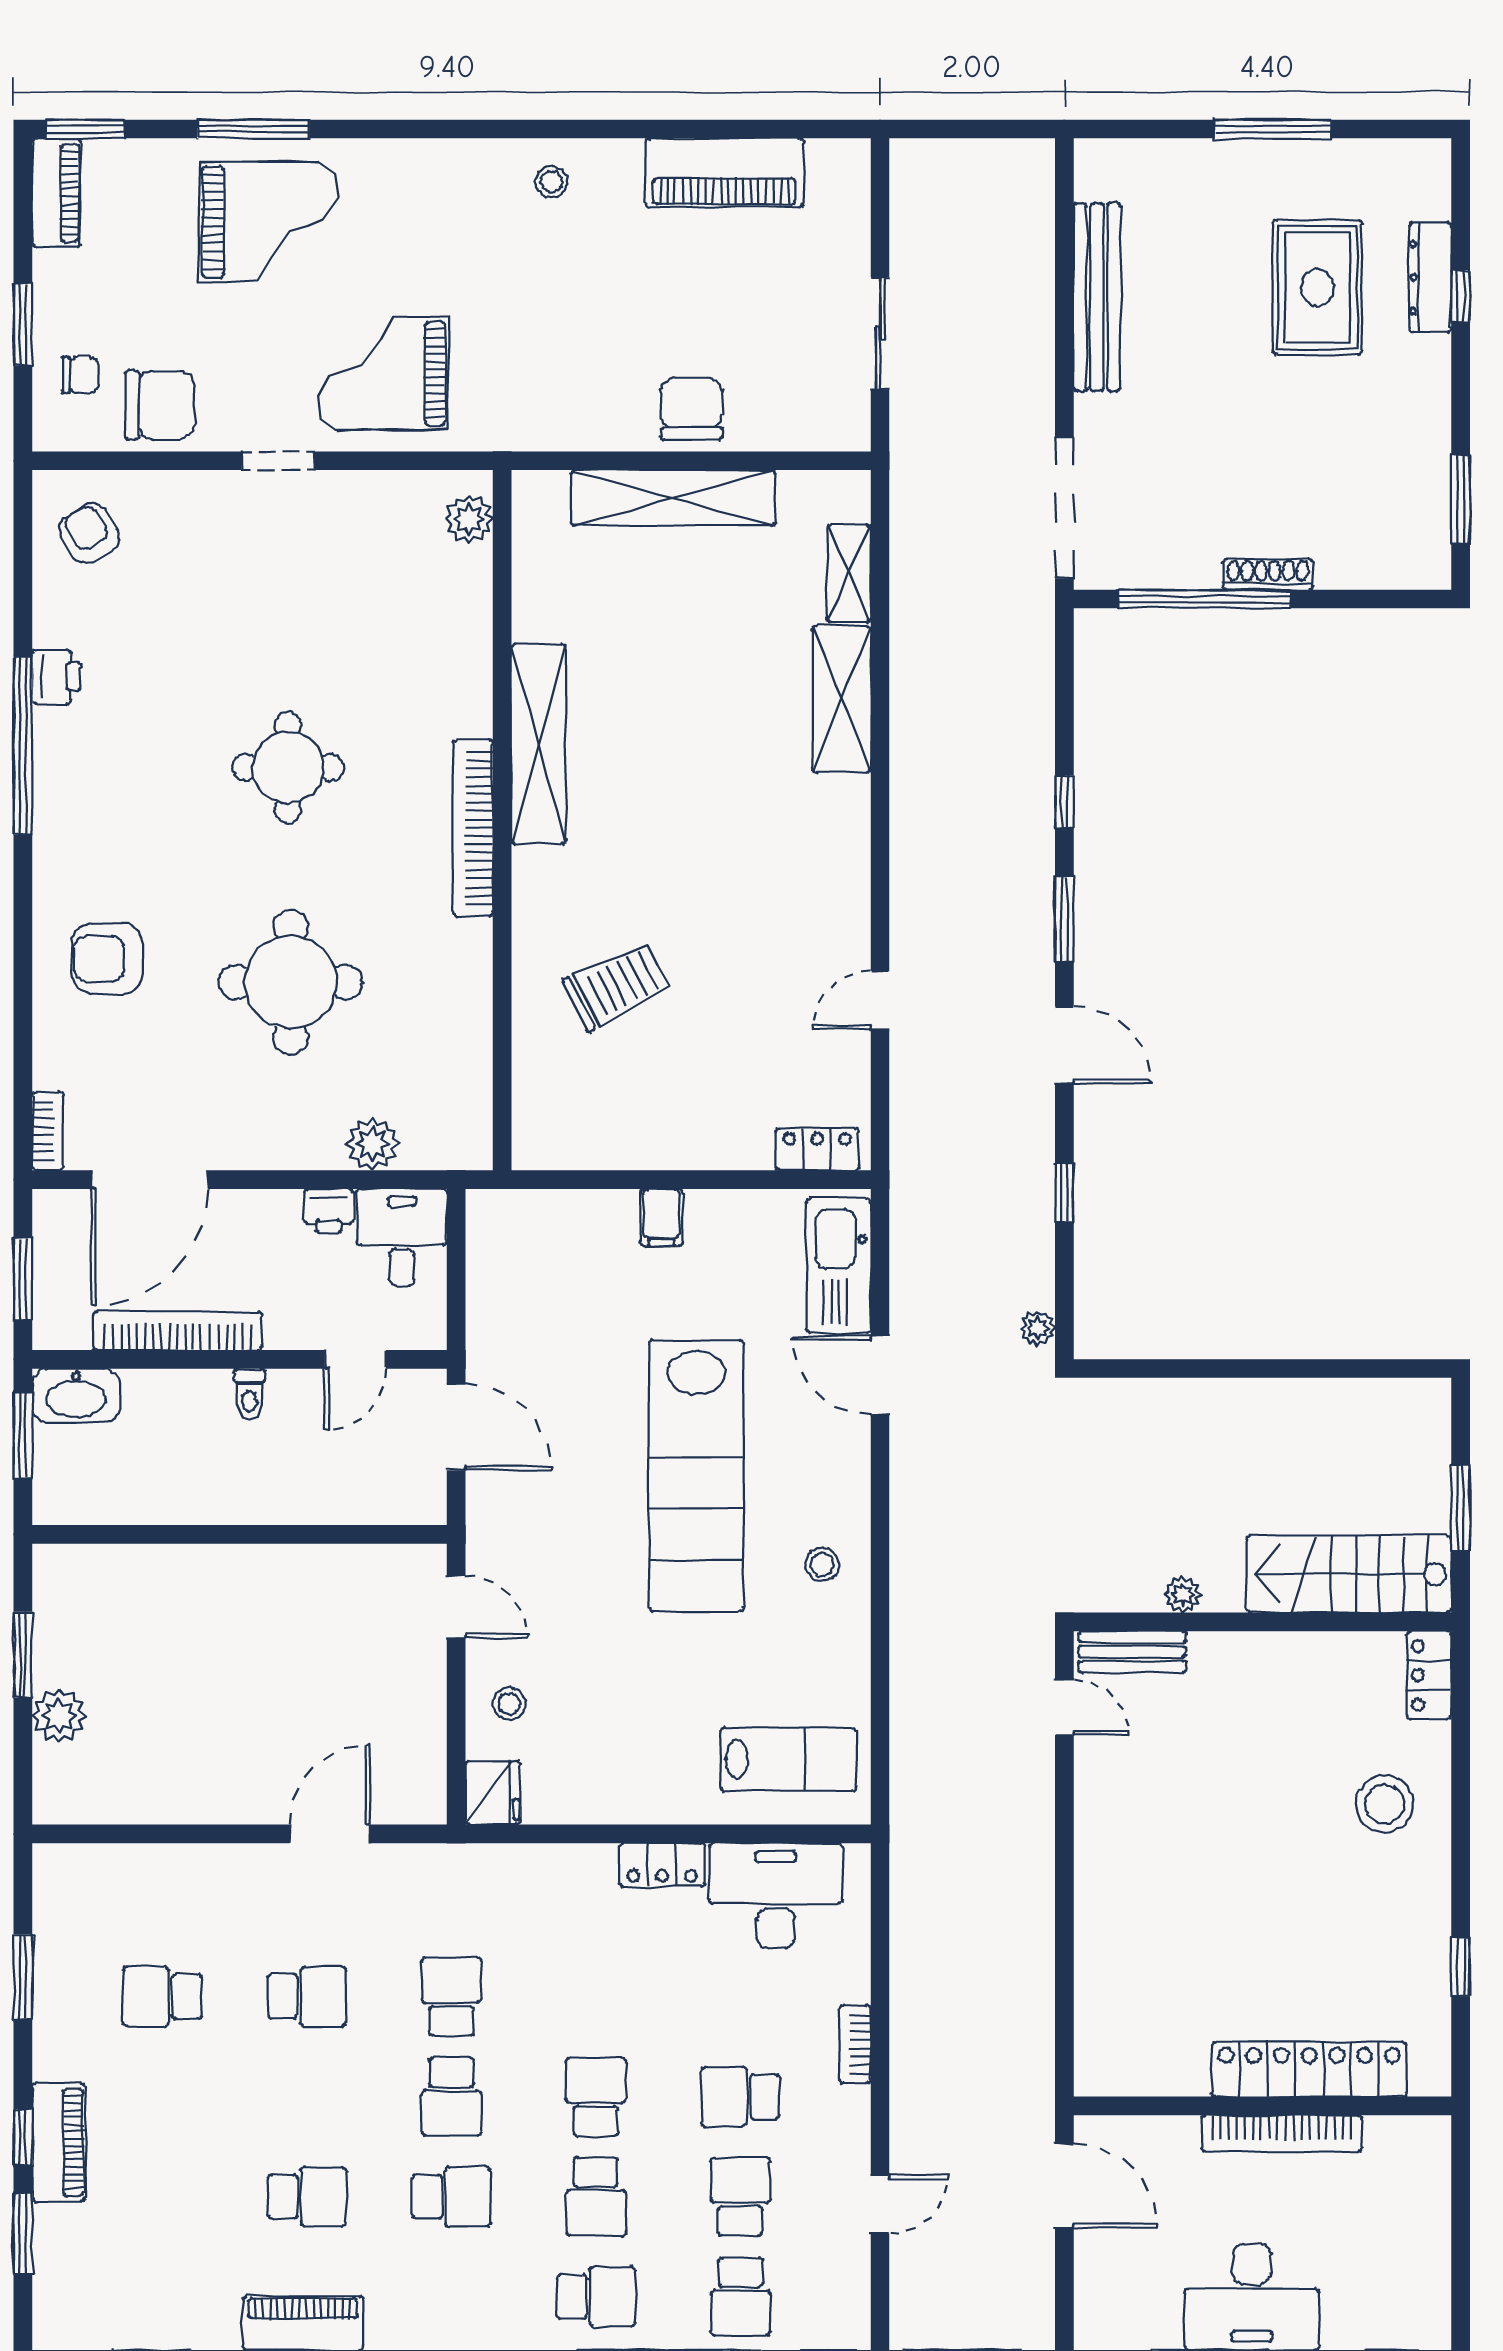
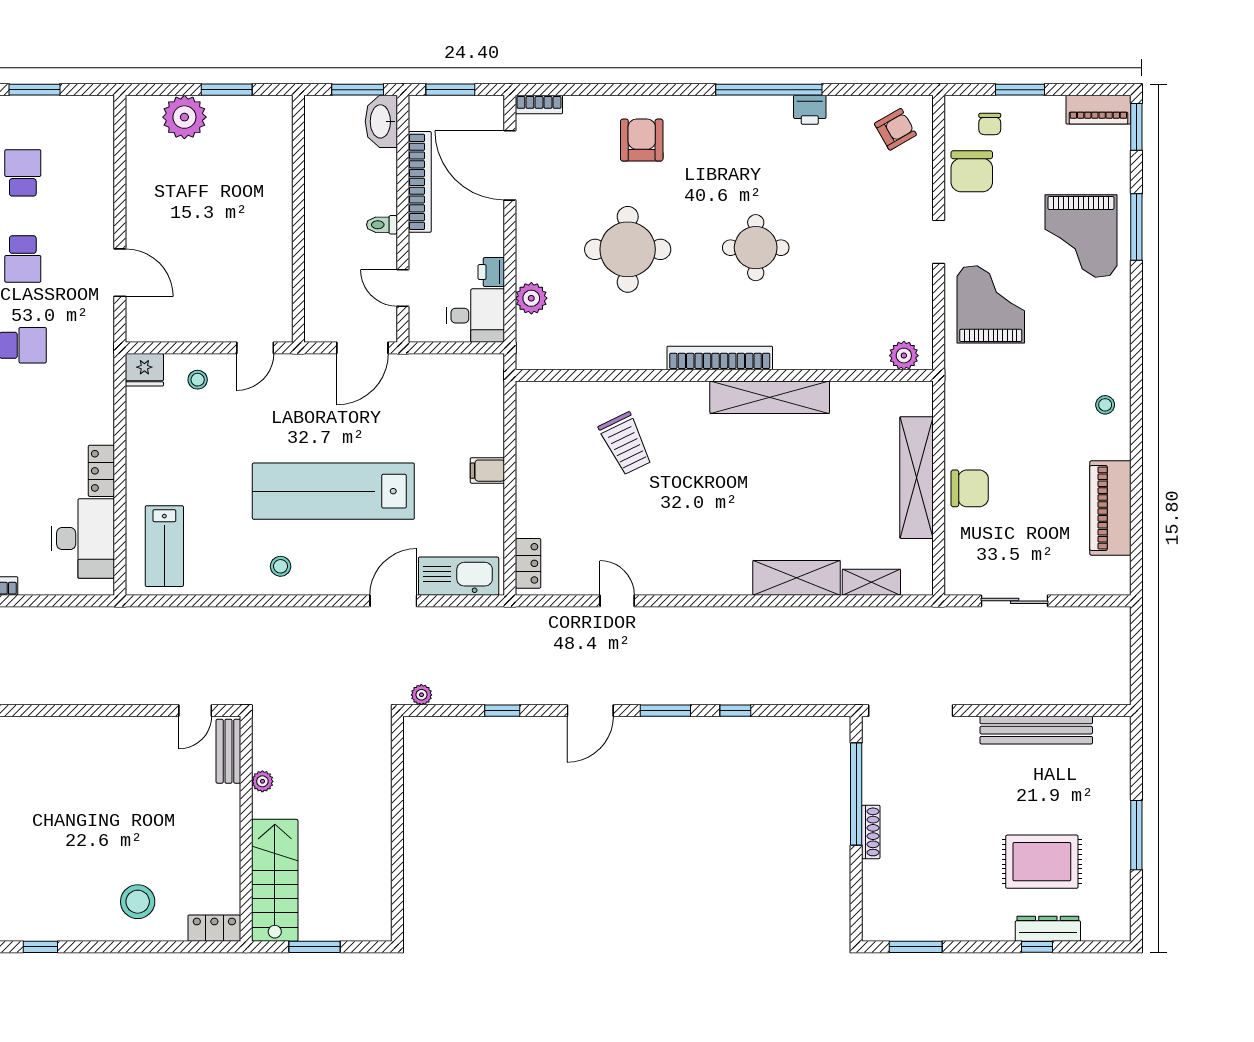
plant: (59, 1716) -> (184, 117), width x1.36, depth x1.36

